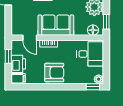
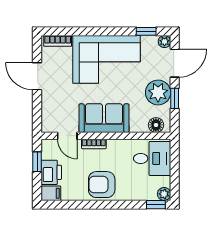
window: (106, 22) -> (175, 98), moved
armchair: (54, 73) -> (102, 185), turned 180

